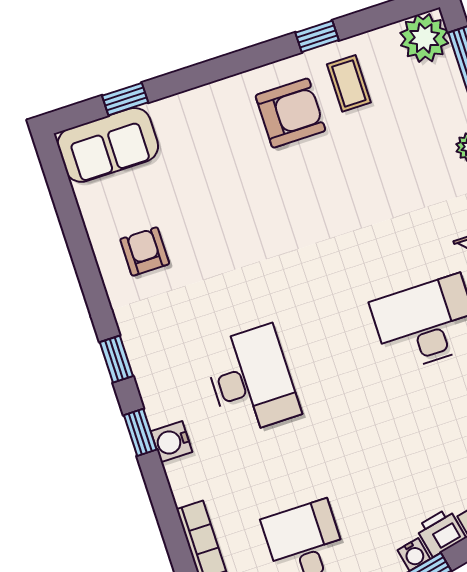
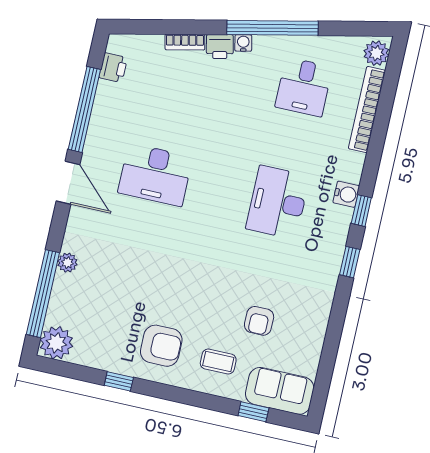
coffee table: (349, 83) -> (218, 362), moved, turned 90
armchair: (290, 113) -> (161, 346), turned 180
armchair: (145, 251) -> (259, 321), moved

